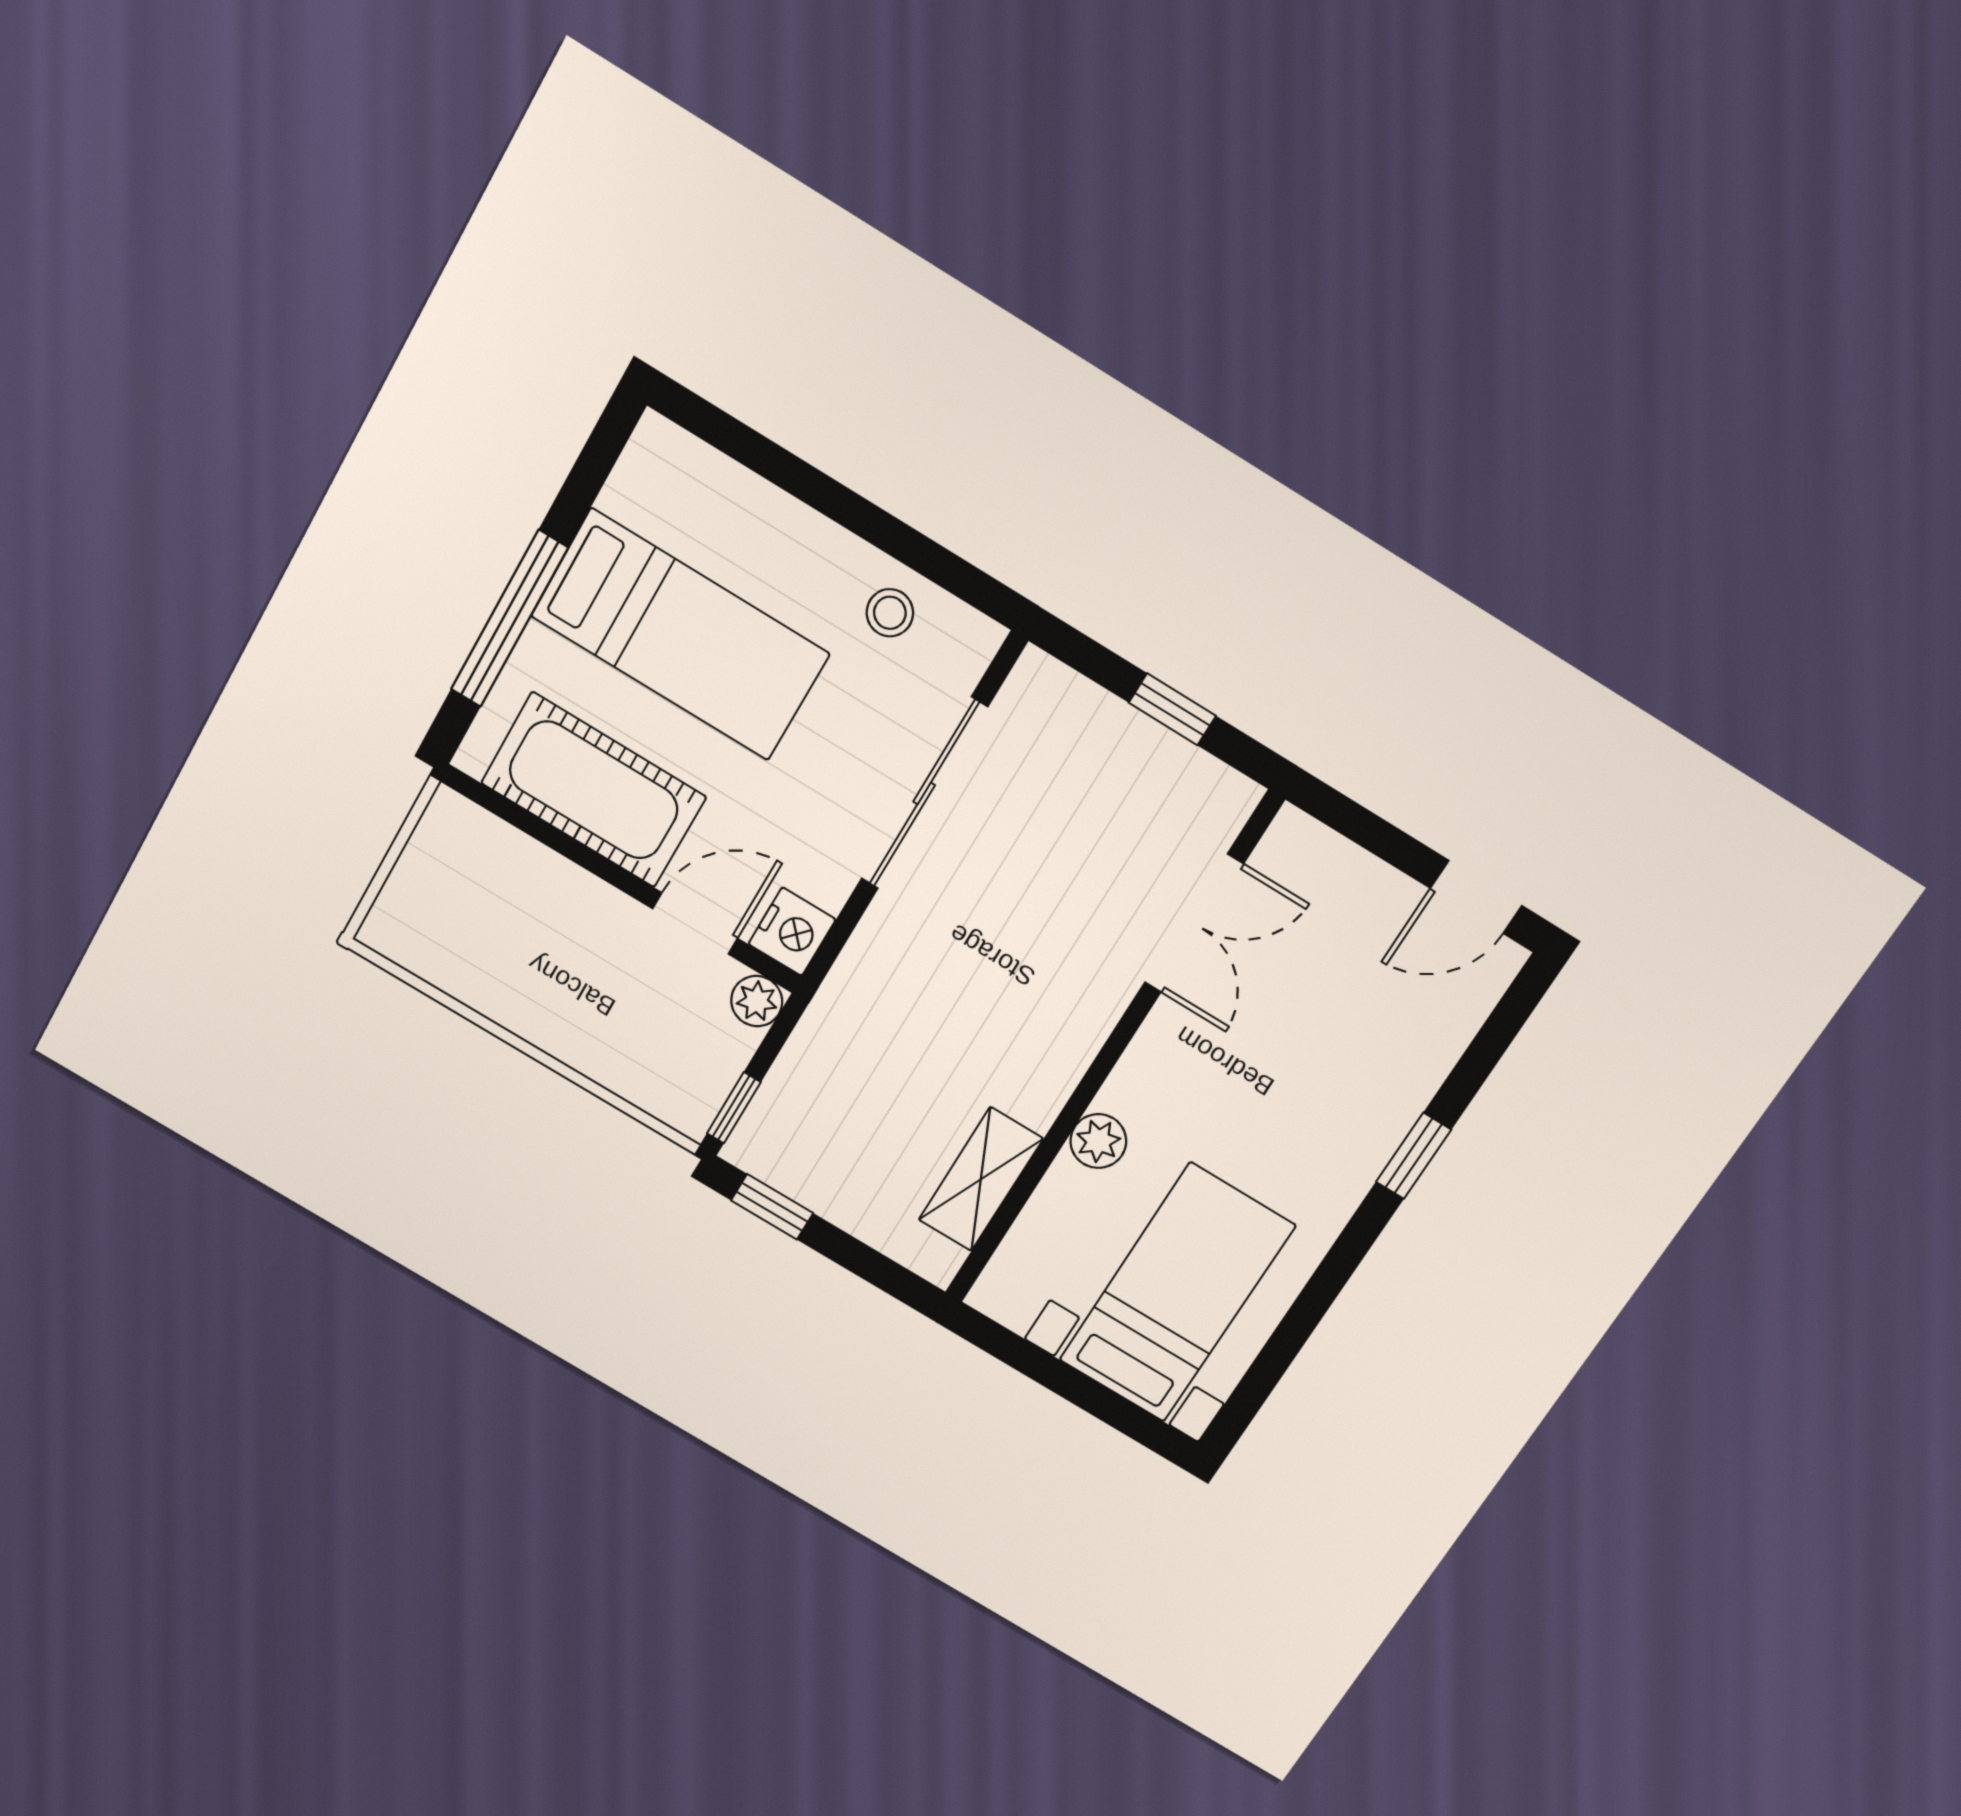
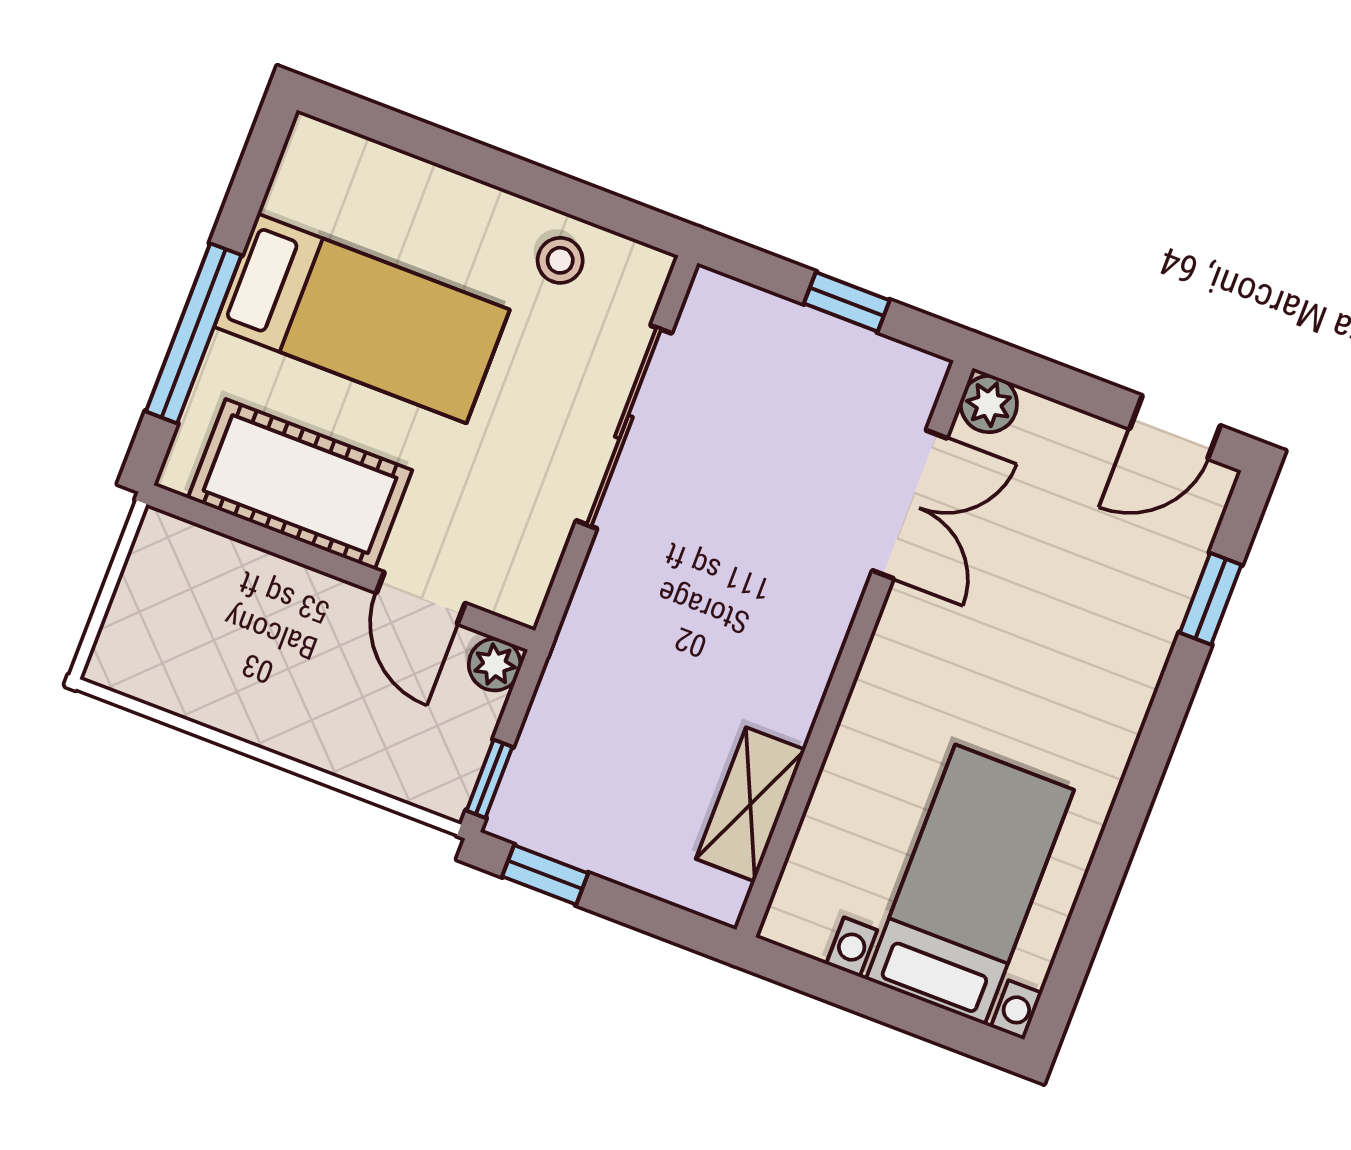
door: (695, 923) -> (421, 598), swing flipped
nightstand: (792, 932) -> (518, 588), removed
plant: (1098, 1141) -> (989, 404), moved
window: (1414, 1156) -> (1211, 599), moved

